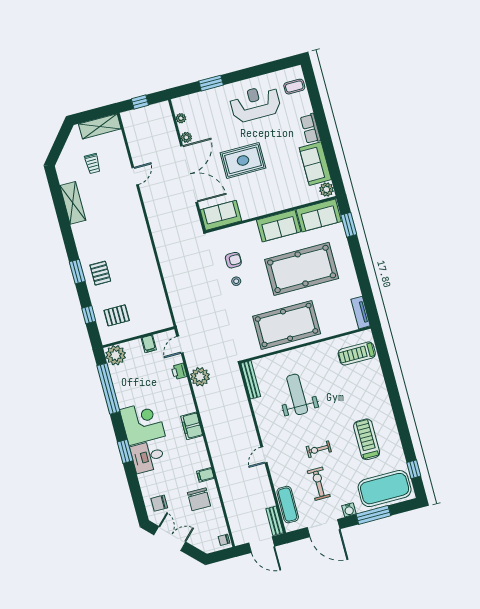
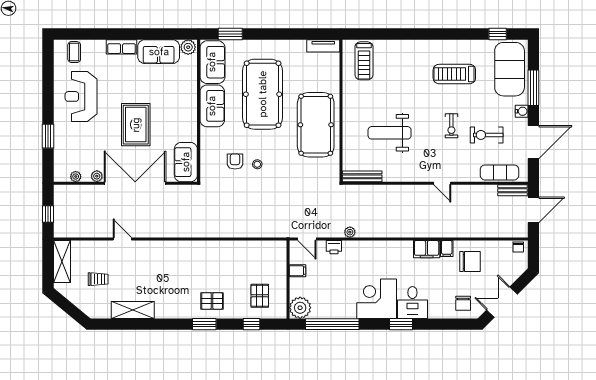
plant: (200, 377) -> (350, 232), width x0.53, depth x0.53
filing cabinet: (192, 426) -> (427, 249), moved

